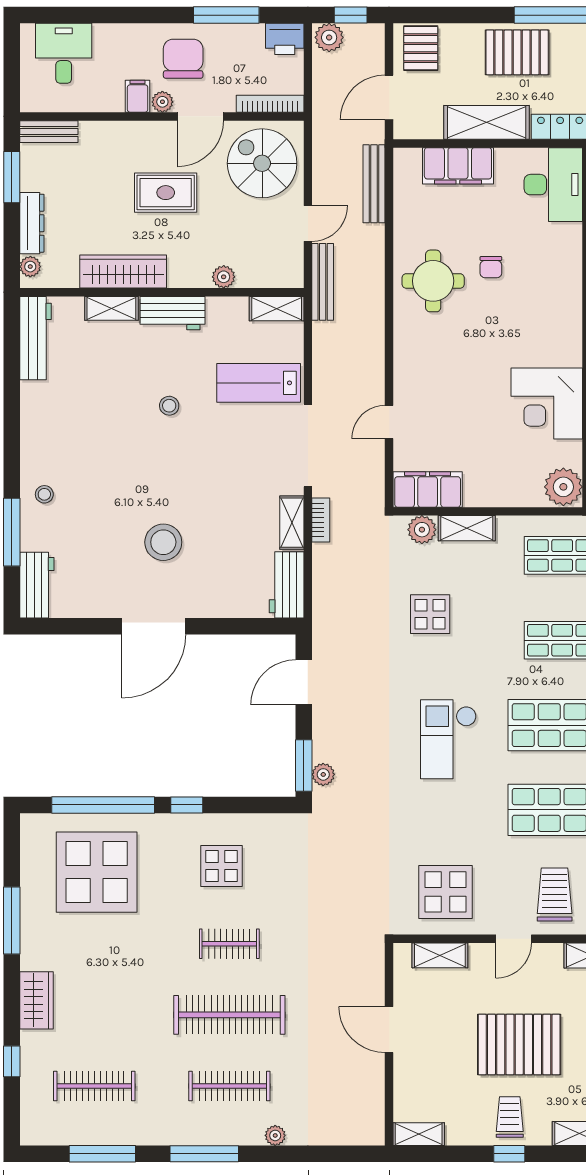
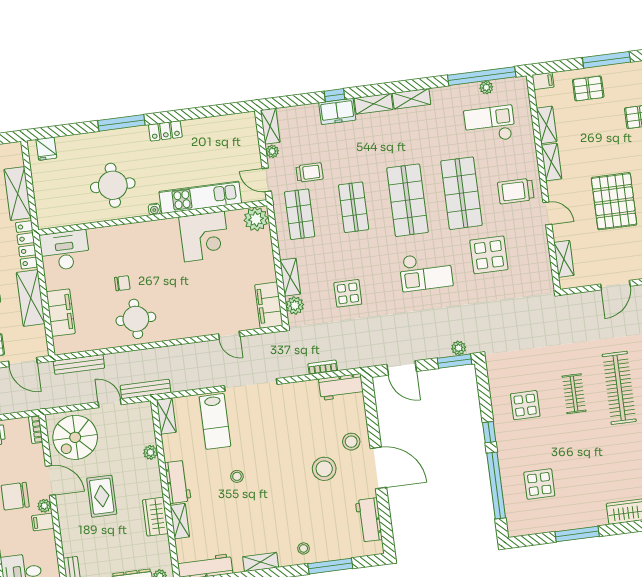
bookcase: (270, 104) -> (36, 429), width x0.64
wardrobe: (123, 272) -> (155, 517), width x0.67
bookcase: (321, 520) -> (323, 367), moved
shelving: (292, 523) -> (261, 562), moved
workbench: (37, 585) -> (369, 520), moved, turned -90
stool: (200, 590) -> (351, 442), added
display table: (97, 872) -> (539, 484), width x0.54, depth x0.54
display table: (445, 892) -> (489, 255), moved

